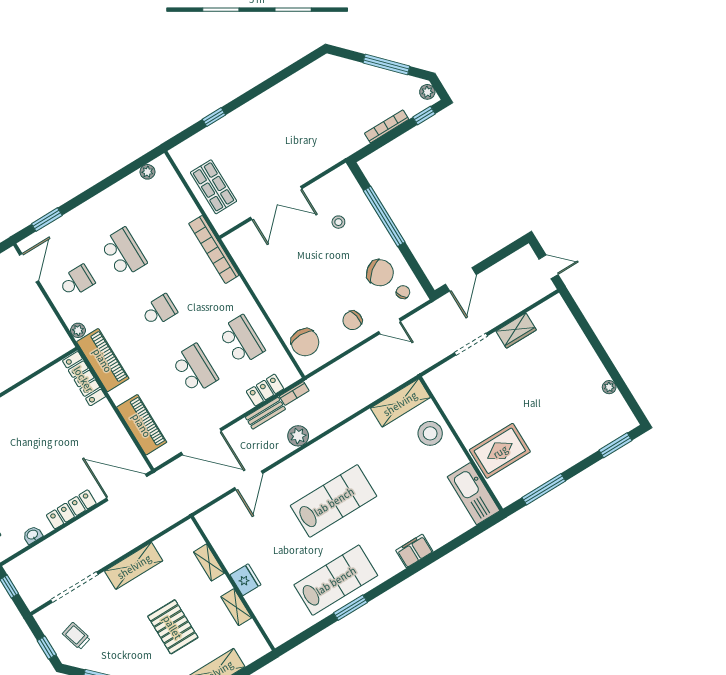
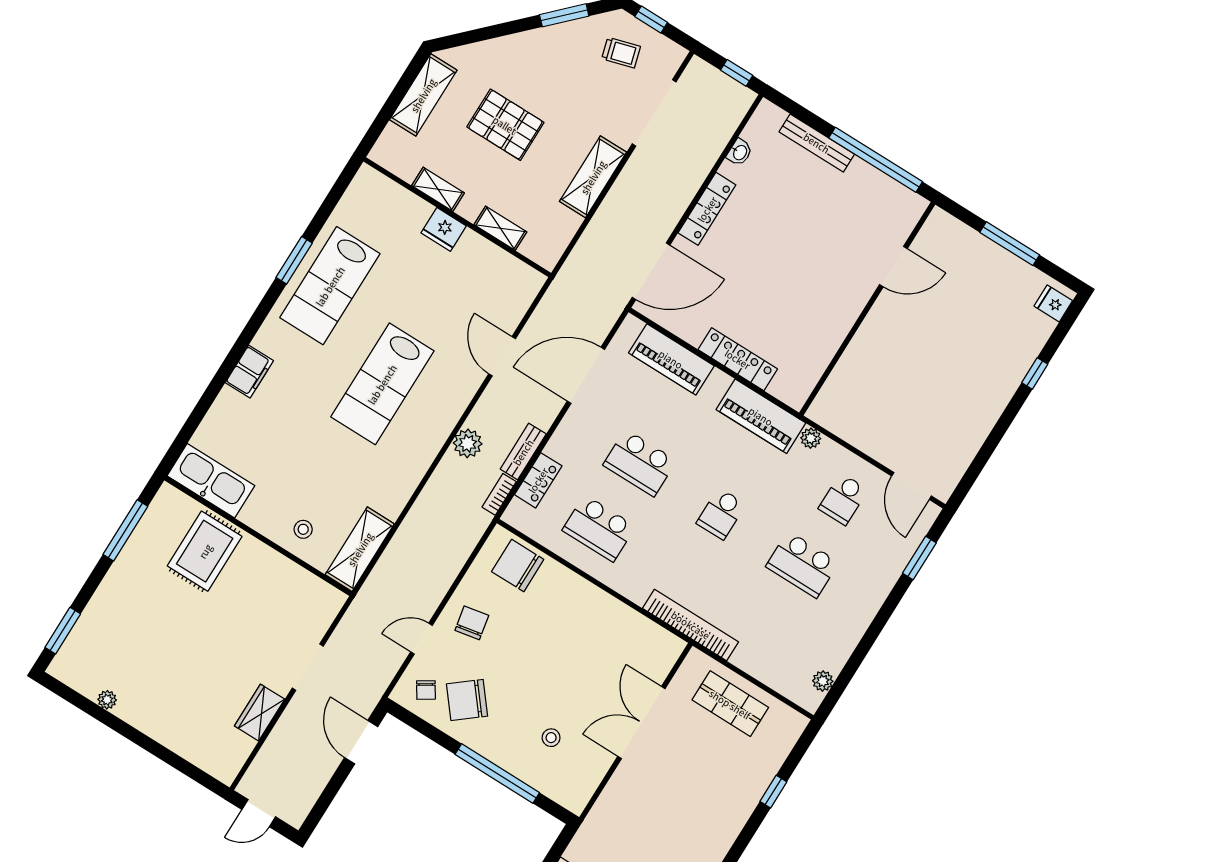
locker: (84, 379) -> (738, 359), moved
stool: (430, 433) -> (303, 529), width x0.53, depth x0.53

